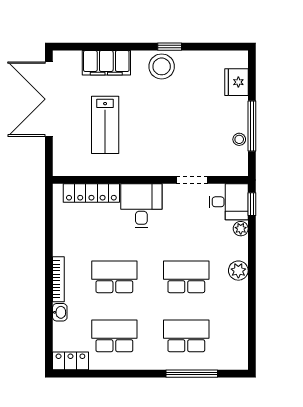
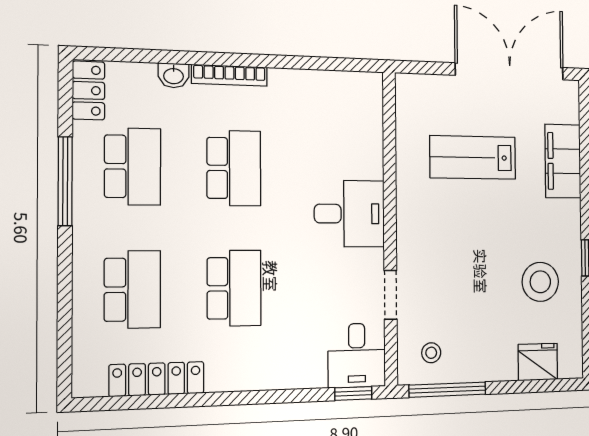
stool: (162, 66) -> (540, 282), moved
window: (252, 126) -> (447, 390), moved
stool: (239, 139) -> (431, 353), moved
locker: (91, 193) -> (157, 379), moved, turned 90
plant: (241, 229) -> (314, 377), removed
plant: (238, 271) -> (245, 375), removed
window: (192, 374) -> (65, 181), moved

